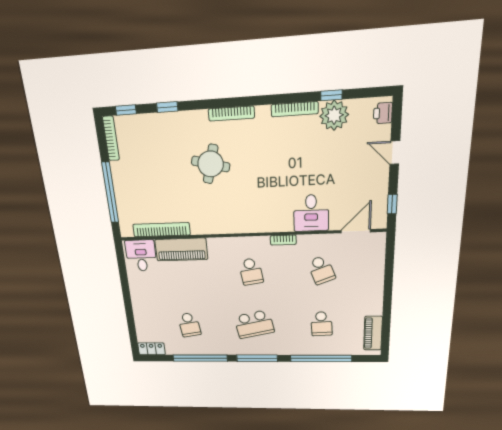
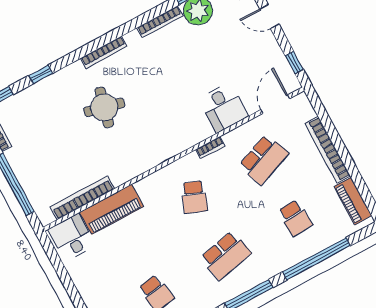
school desk: (321, 270) -> (264, 160), width x1.85
school desk: (251, 272) -> (194, 197), turned 30
bookcase: (377, 287) -> (328, 150), added

